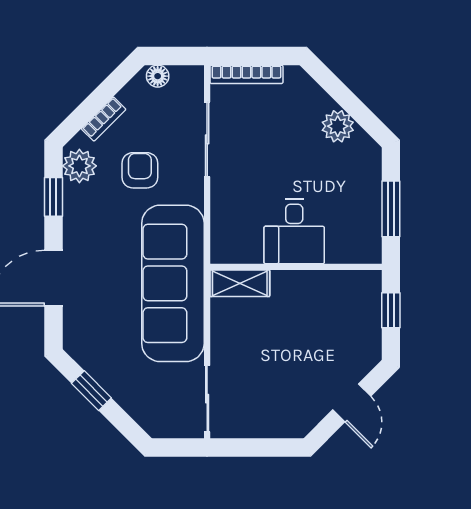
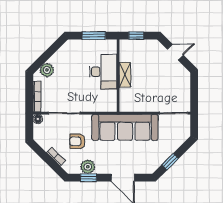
floor lamp: (158, 76) -> (38, 119), moved
plant: (338, 126) -> (47, 70), moved
plant: (79, 166) -> (88, 167), moved
desk: (294, 231) -> (103, 72), width x1.37
shelving: (240, 283) -> (125, 75), moved

